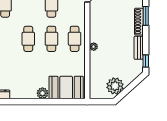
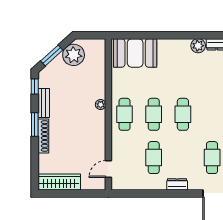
window: (146, 16) -> (35, 125), moved
window: (132, 85) -> (52, 55), added
plant: (42, 93) -> (198, 46), moved

